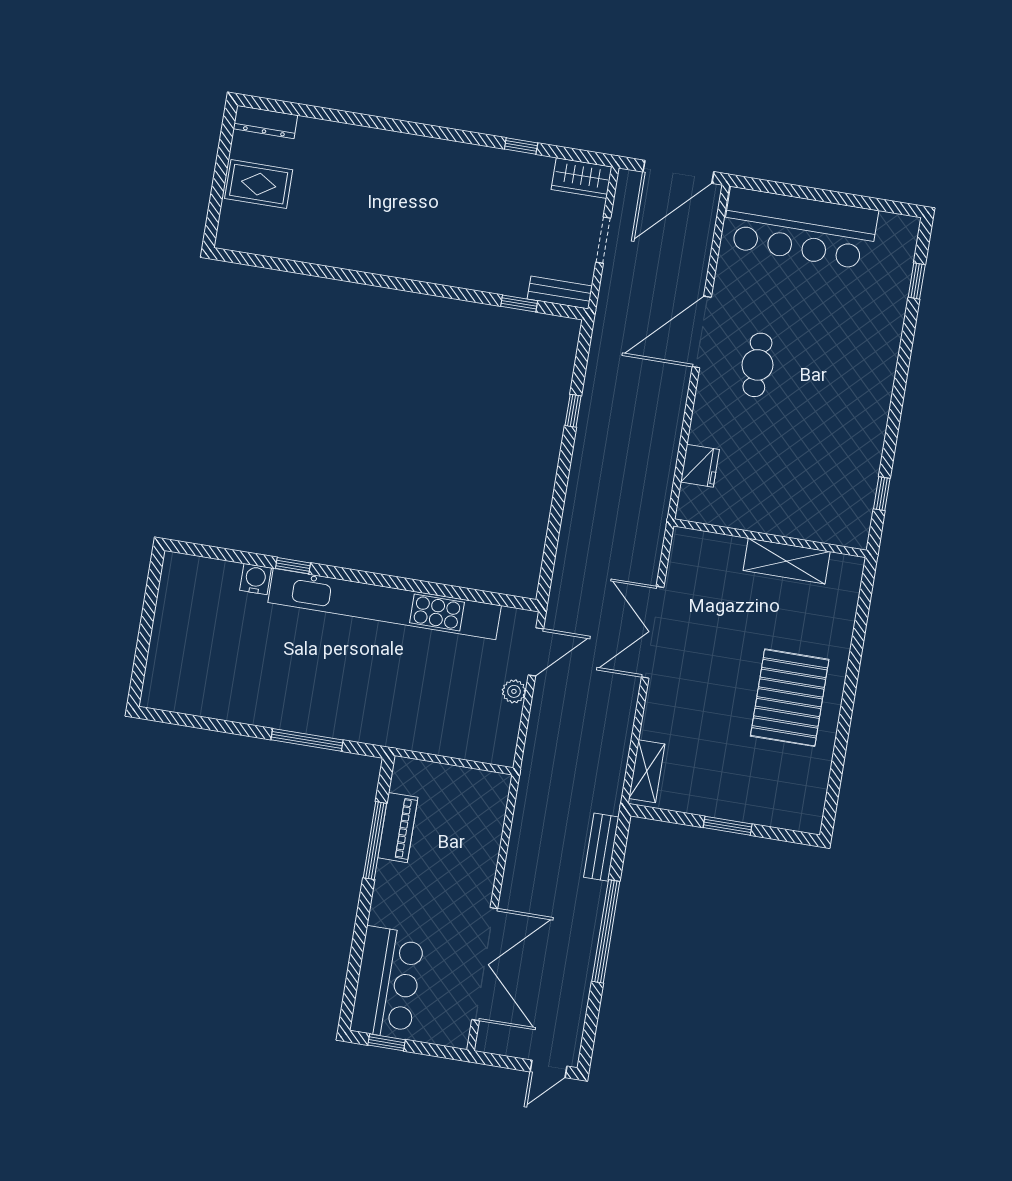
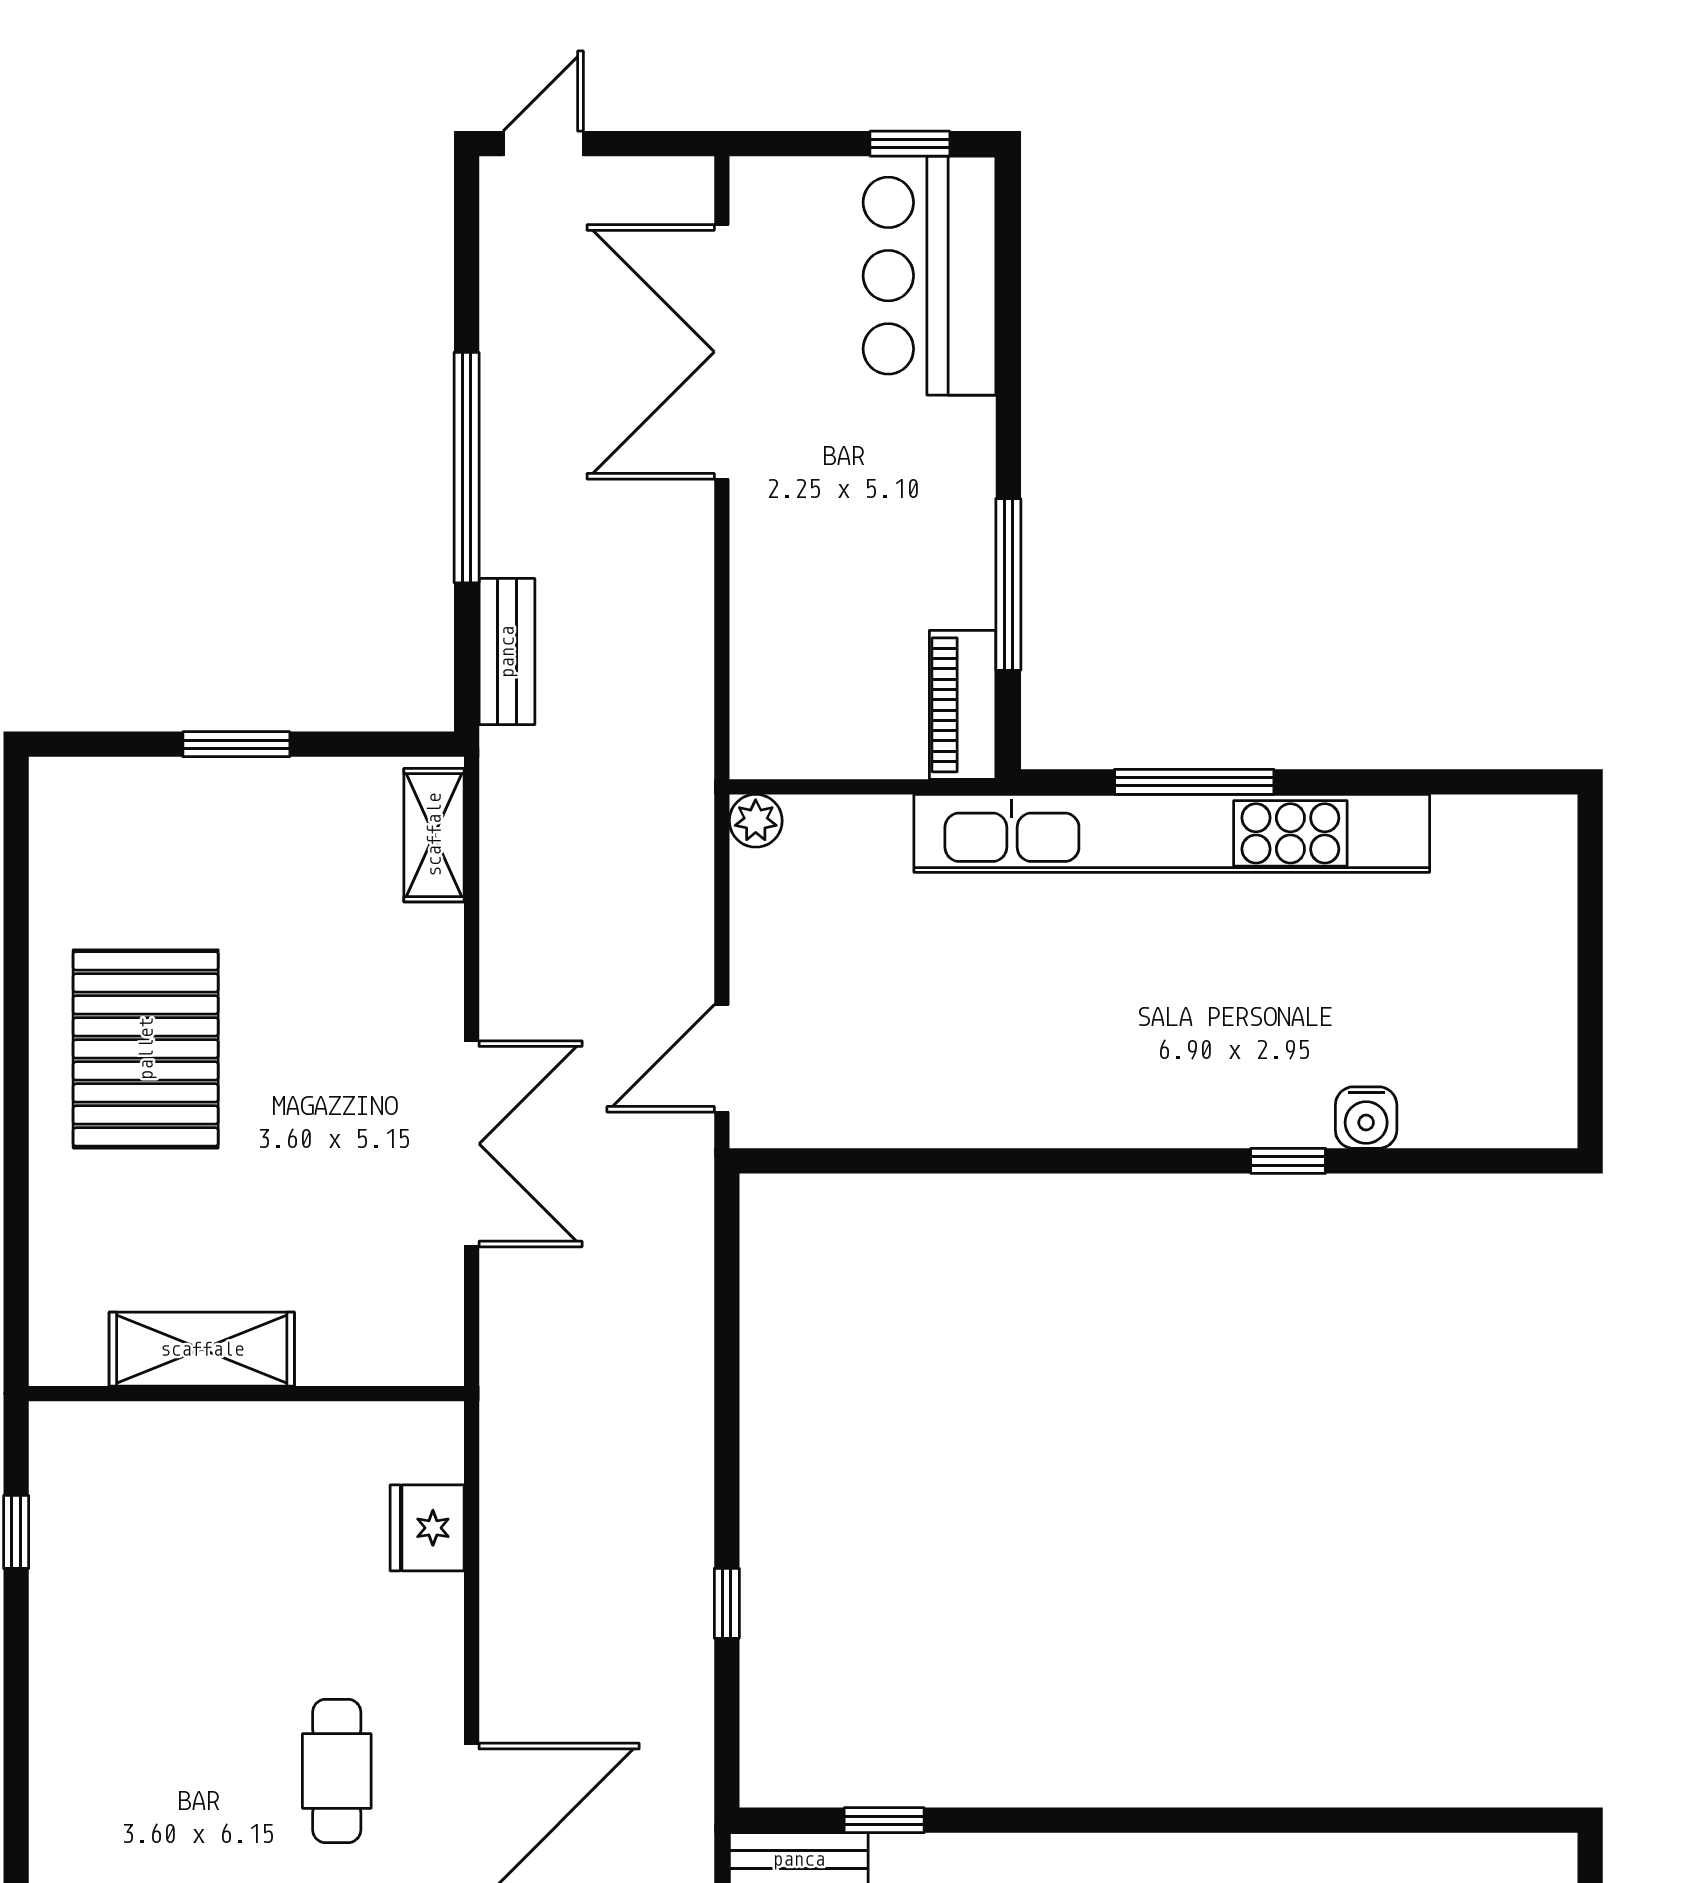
kitchen unit: (385, 604) -> (1172, 833), moved, turned 180
plant: (514, 691) -> (756, 821), moved
piano: (398, 828) -> (963, 705), moved

